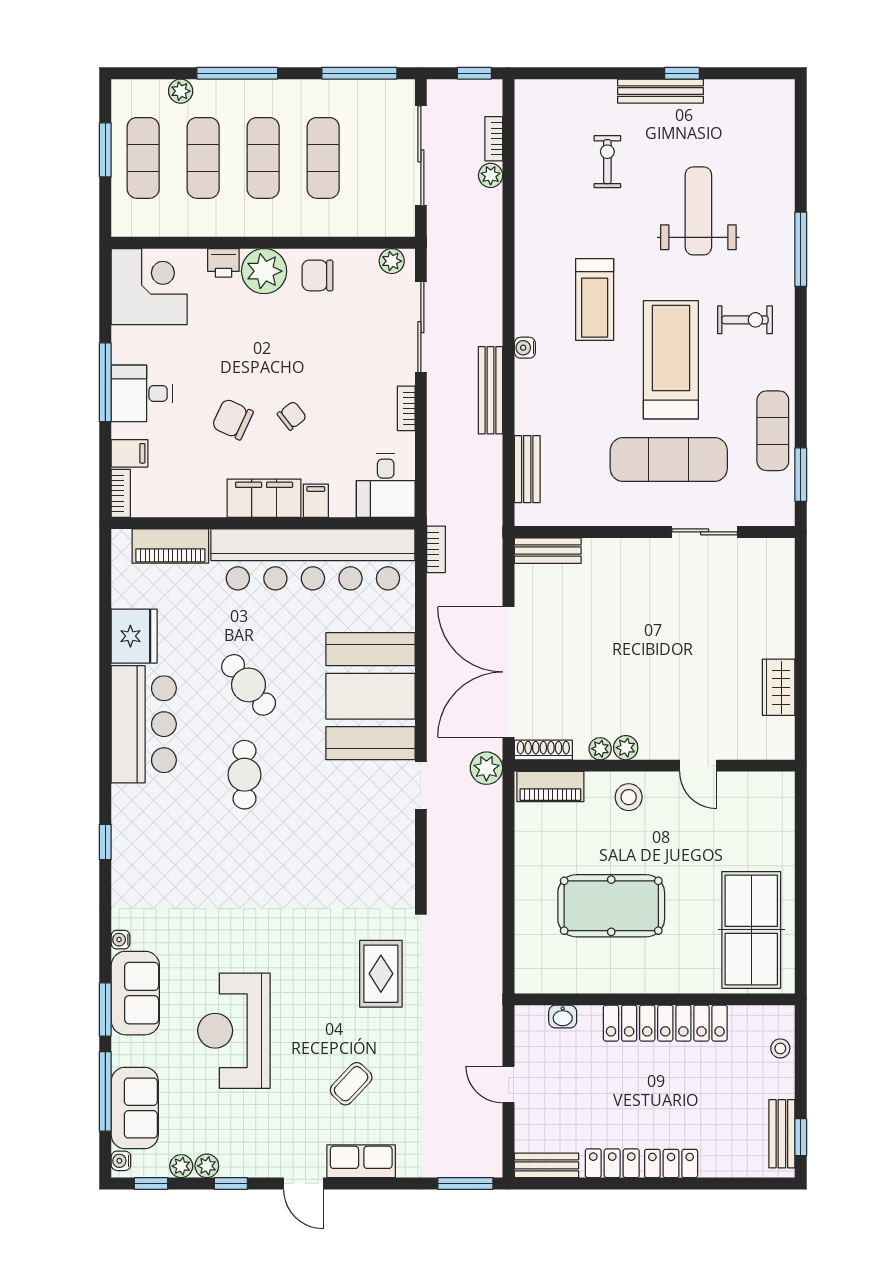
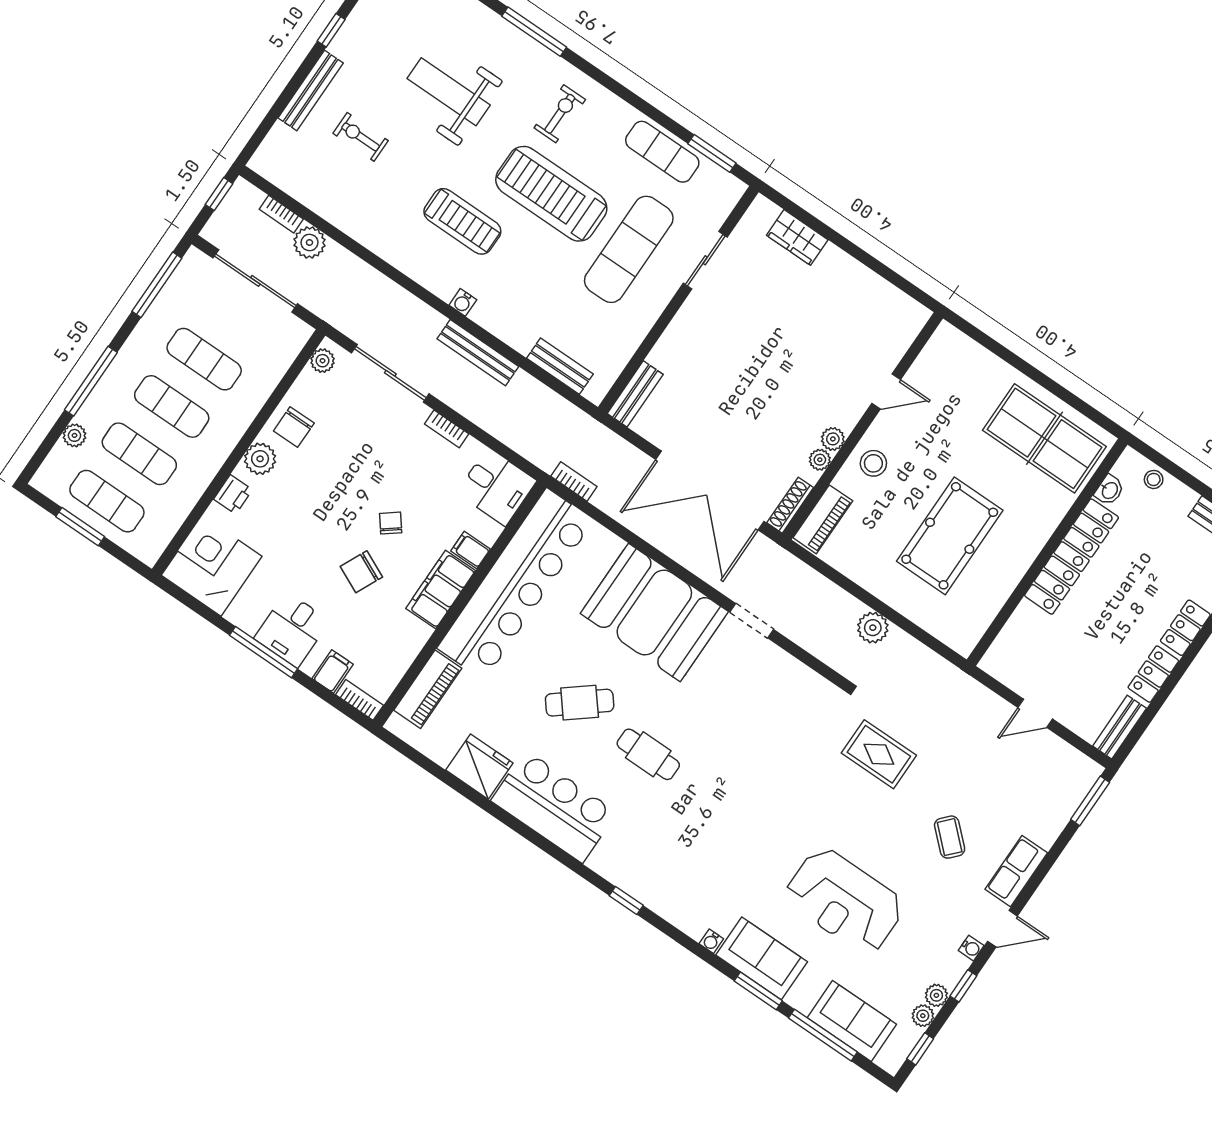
bench: (660, 91) -> (311, 90), moved
plant: (491, 175) -> (309, 243), width x1.38, depth x1.38
plant: (264, 271) -> (260, 459), width x0.73, depth x0.73
wardrobe: (779, 687) -> (797, 237), moved
plant: (486, 768) -> (873, 628), moved
washbasin: (563, 1017) -> (1109, 490), moved
water cooler: (121, 1161) -> (971, 948), moved, turned -90

